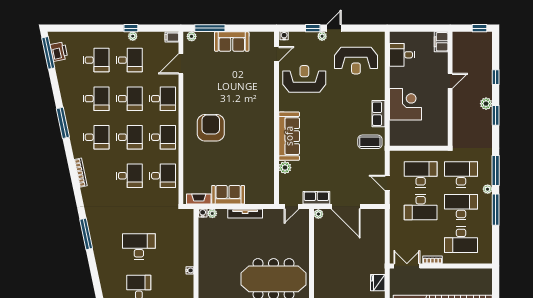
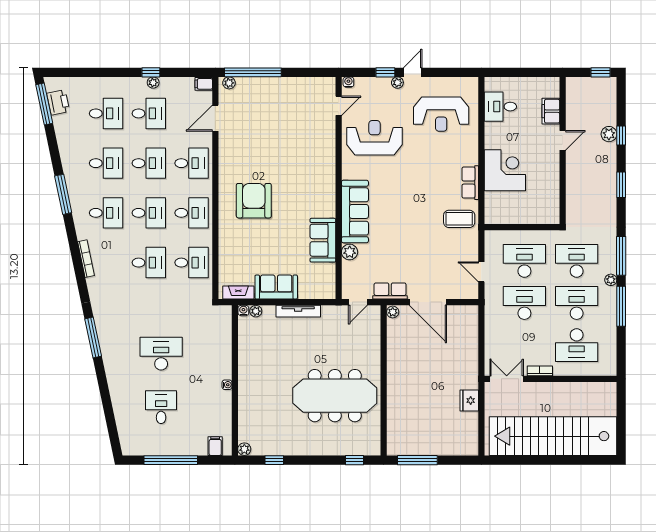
window: (210, 28) -> (253, 72), width x1.46
sofa: (232, 42) -> (323, 240), moved, turned 90
filing cabinet: (441, 42) -> (551, 111), moved
plant: (486, 104) -> (609, 134), moved
desk: (421, 207) -> (524, 303), turned 180

